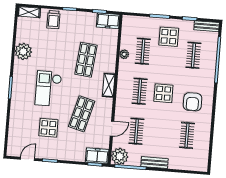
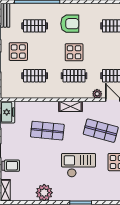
plant: (124, 54) -> (97, 94), moved
checkout: (48, 89) -> (79, 165), turned 180
armchair: (193, 102) -> (70, 24), moved

